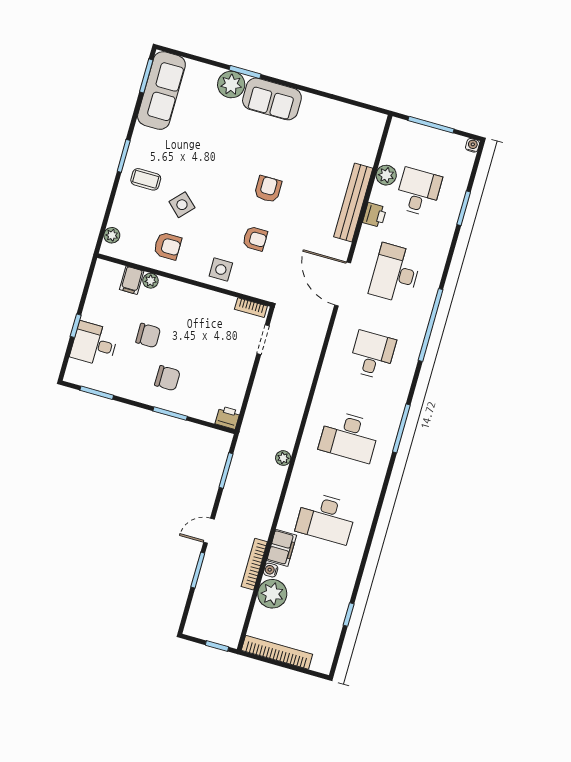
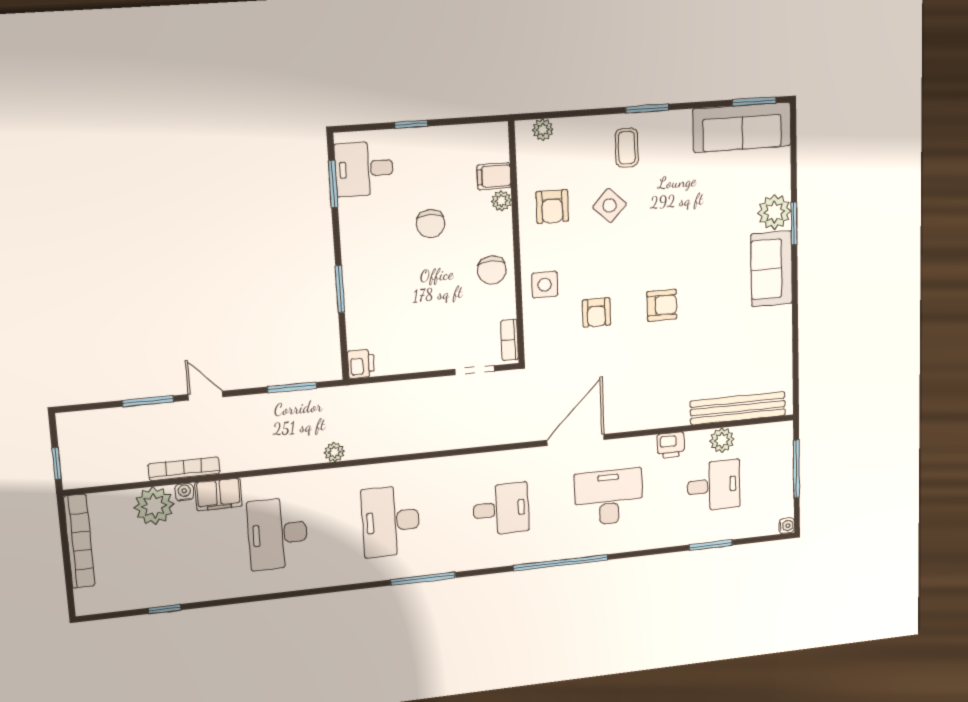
bench: (353, 203) -> (738, 408), moved
desk: (94, 344) -> (364, 169), moved, turned -90
chair: (167, 378) -> (492, 270), moved

